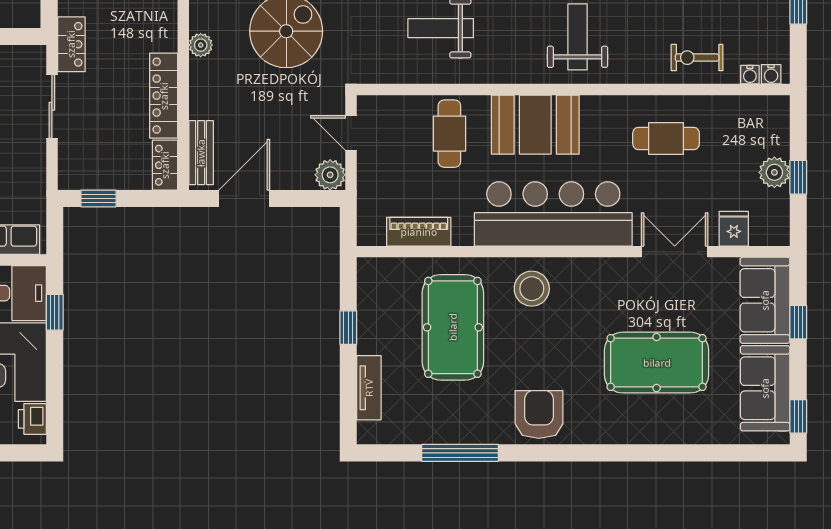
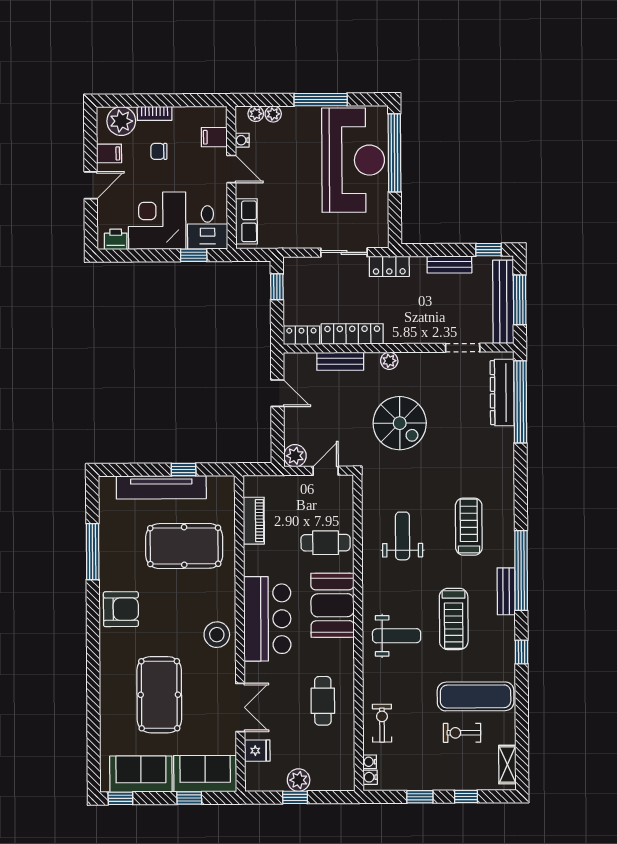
bench: (201, 153) -> (340, 361), moved
door: (244, 199) -> (277, 393), width x0.73
bar counter: (553, 214) -> (267, 619), width x0.73
stool: (532, 289) -> (217, 635), moved
tv unit: (369, 388) -> (161, 487), width x1.92, depth x1.29

